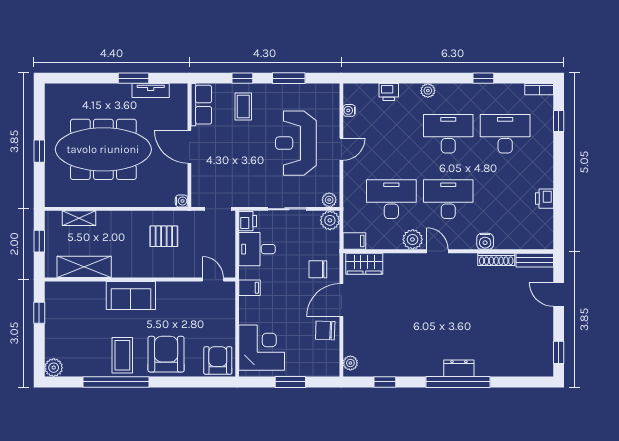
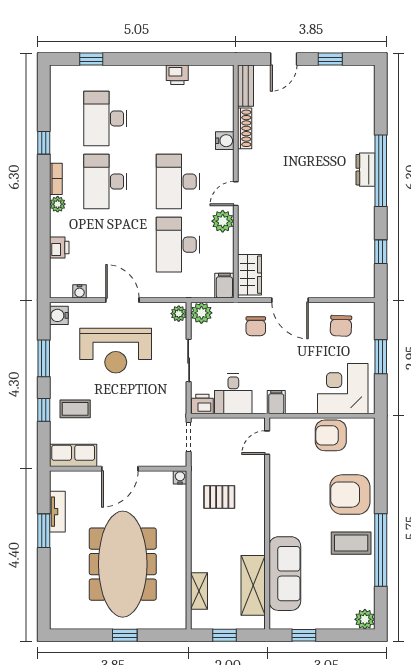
bookcase: (539, 89) -> (56, 179), moved
water cooler: (328, 92) -> (59, 315), added
door: (341, 149) -> (122, 300), width x1.38
pallet: (164, 236) -> (219, 497), turned 90
sofa: (131, 295) -> (285, 574), moved, width x1.36
chair: (325, 330) -> (341, 326), moved
window: (559, 352) -> (330, 59), moved
armchair: (218, 360) -> (331, 435), moved
plant: (350, 363) -> (360, 290), removed

